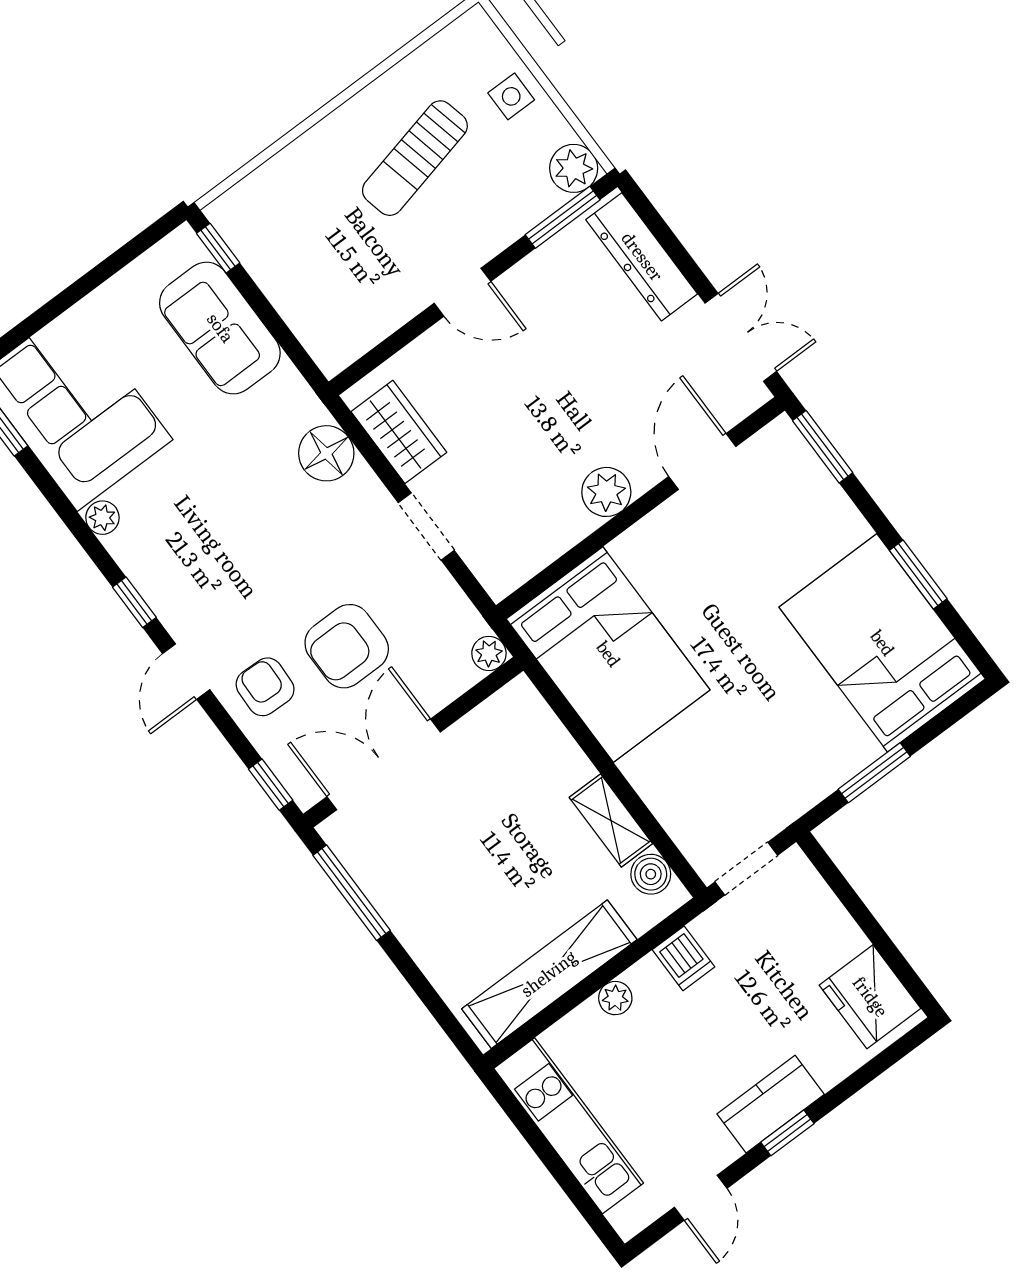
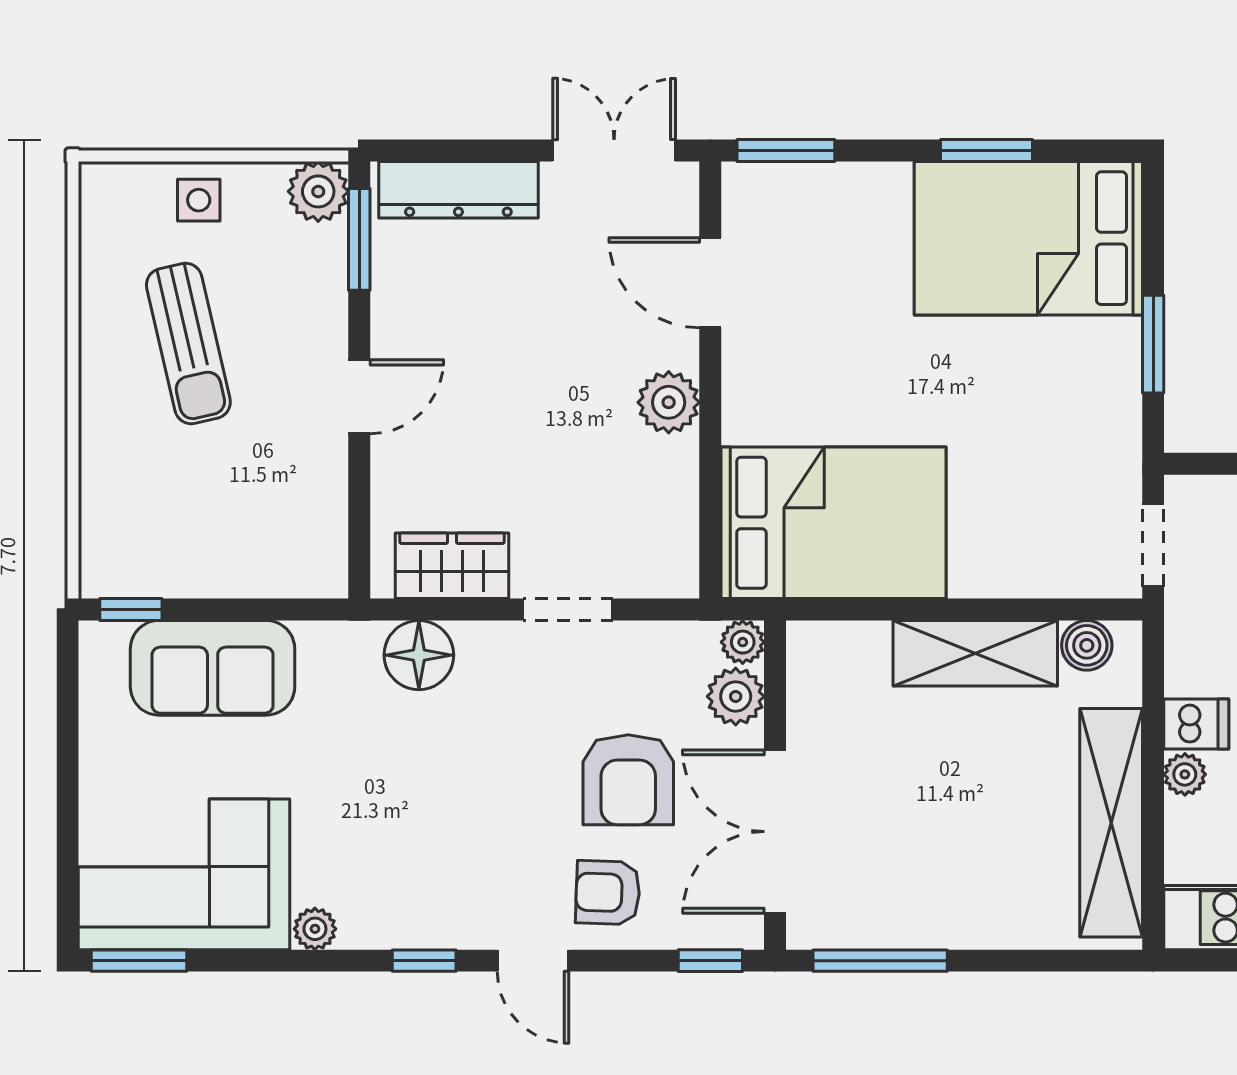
plant: (451, 675) -> (736, 696), added
shelving: (611, 820) -> (975, 653), width x1.50, depth x1.33
dishwasher: (684, 958) -> (1196, 724), moved

